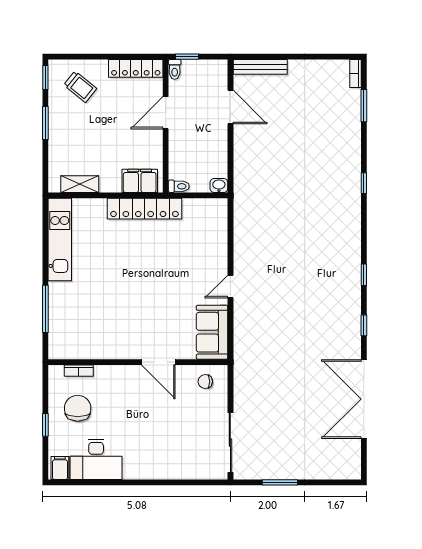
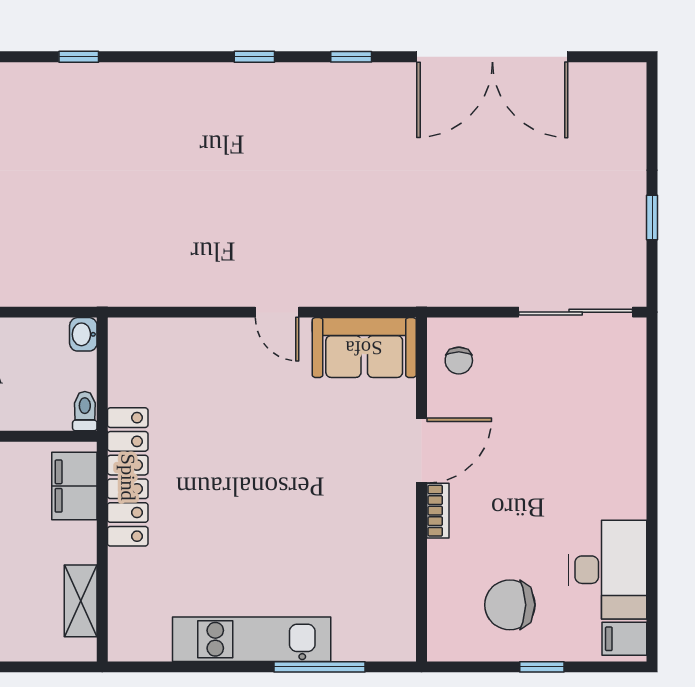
kitchen unit: (60, 239) -> (252, 639), moved
bookcase: (79, 371) -> (438, 511), moved
window: (280, 482) -> (652, 218), width x0.67

